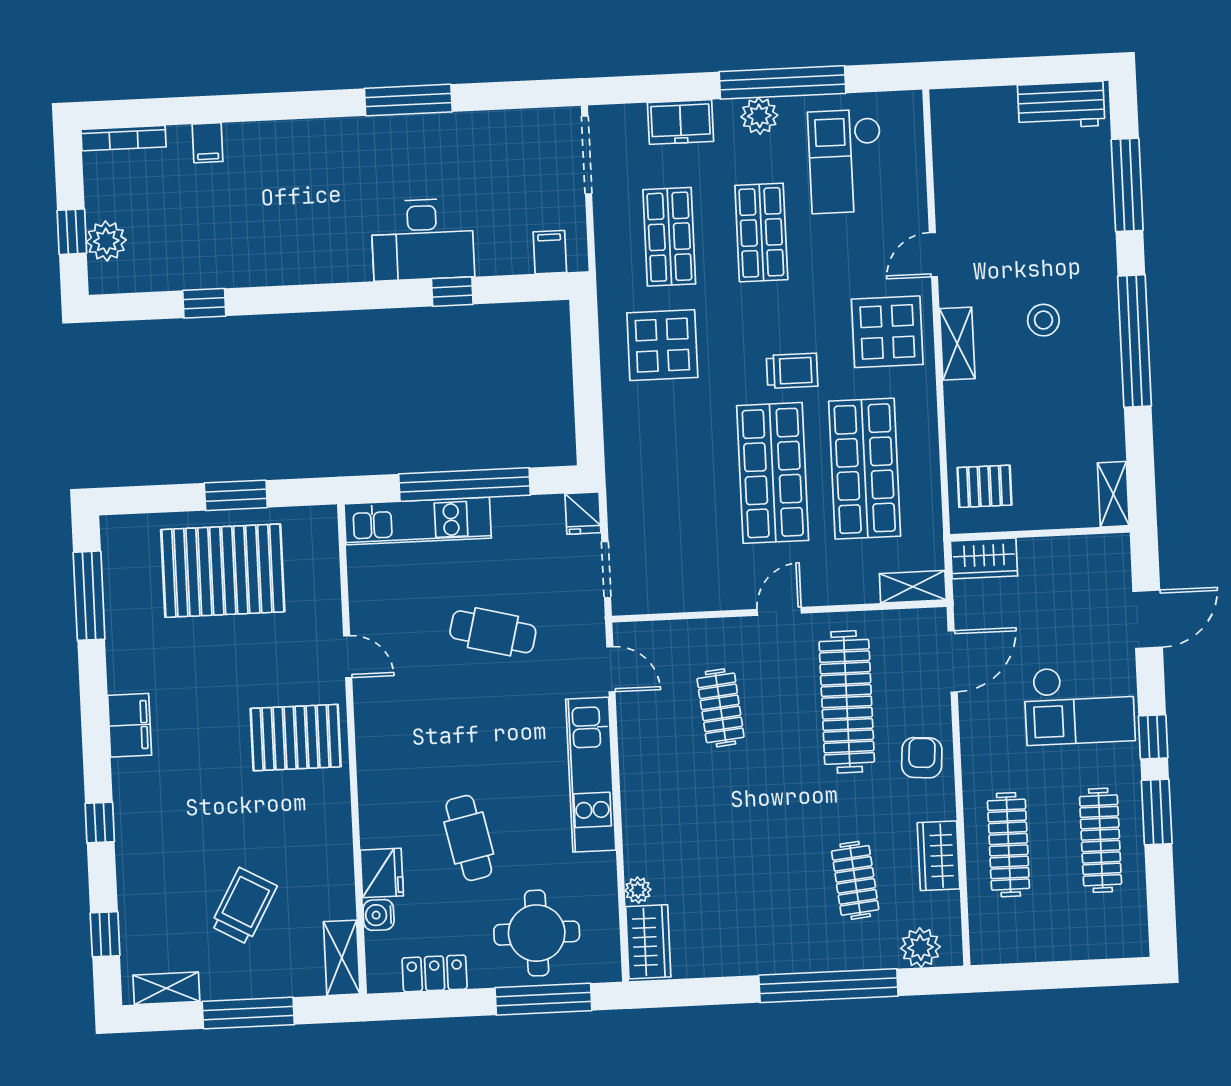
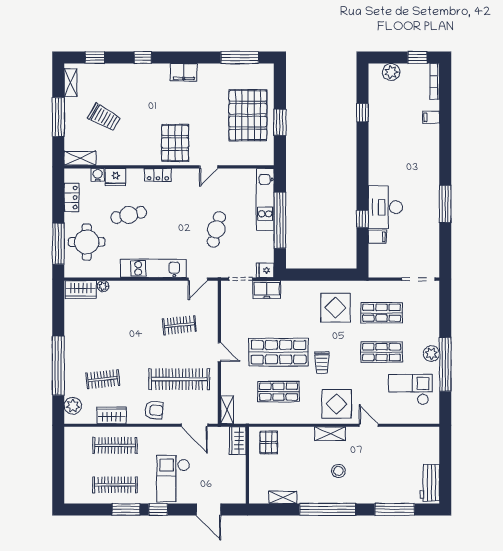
freezer: (681, 122) -> (267, 289), moved, turned -90
window: (72, 232) -> (417, 58), moved
filing cabinet: (550, 252) -> (377, 237), moved
shop shelf: (865, 469) -> (279, 392), width x0.70, depth x0.74
shelving: (1113, 494) -> (283, 497), moved
locker: (372, 774) -> (158, 175), added

